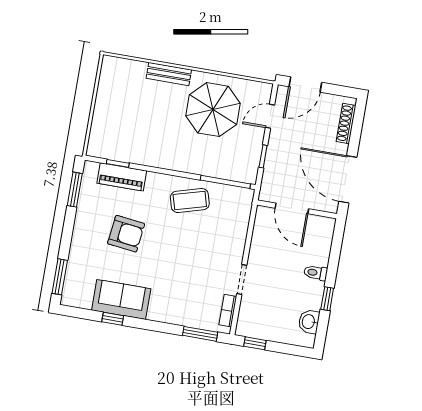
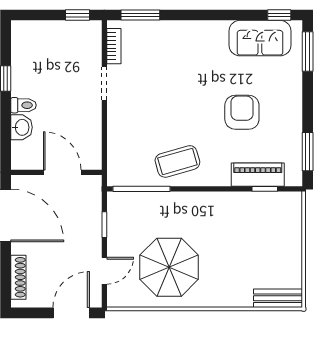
bench: (169, 74) -> (278, 298), moved
armchair: (126, 234) -> (242, 112), turned 83
sofa: (121, 299) -> (260, 38), moved
window: (113, 319) -> (279, 15), moved
washbasin: (309, 322) -> (22, 127), moved

